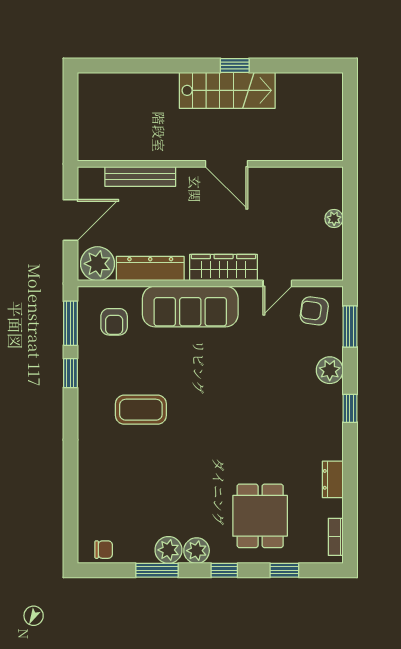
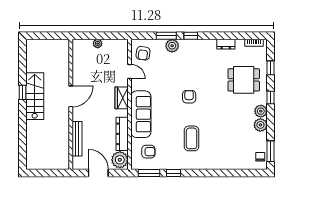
wardrobe: (224, 268) -> (122, 98), width x0.67
window: (350, 327) -> (166, 36), moved
armchair: (226, 405) -> (189, 97), added
window: (157, 570) -> (270, 151), moved

